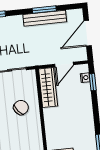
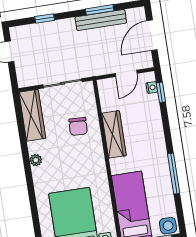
wardrobe: (48, 87) -> (114, 134), moved
chair: (21, 108) -> (78, 126), turned 131

